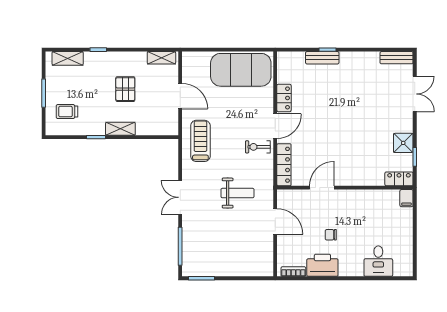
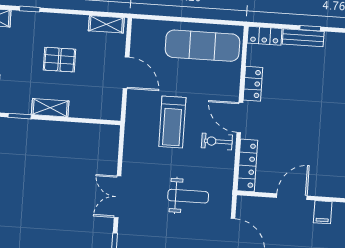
locker: (291, 58) -> (265, 36), added
exercise mat: (241, 70) -> (202, 46), width x0.68
pallet: (125, 89) -> (59, 60), turned 90
door: (275, 126) -> (240, 117), swing flipped
treadmill: (200, 141) -> (172, 122), moved, turned 180
filing cabinet: (348, 199) -> (323, 212), added

